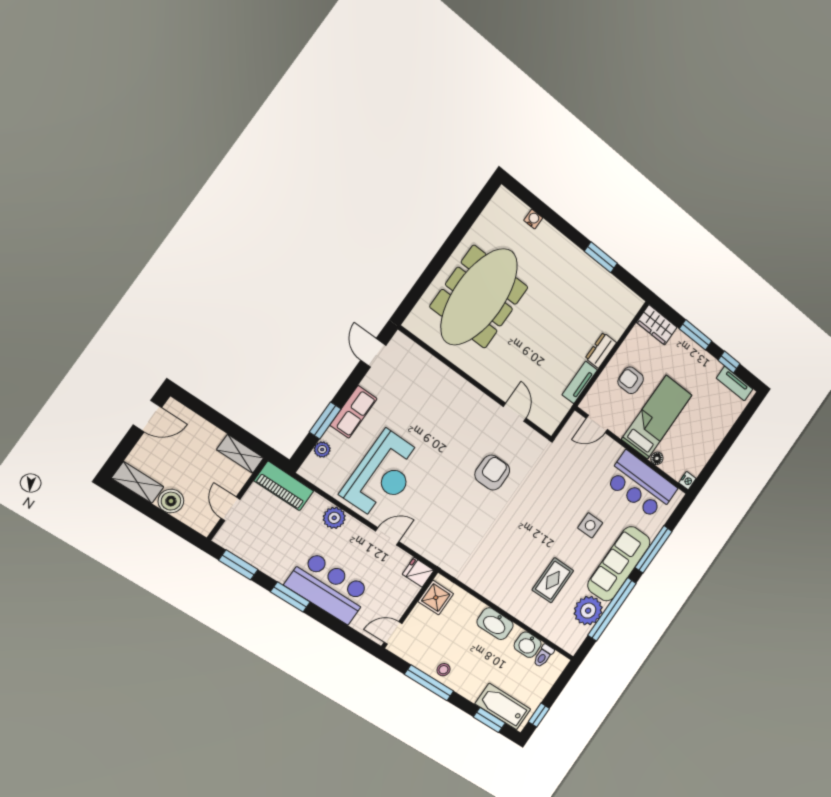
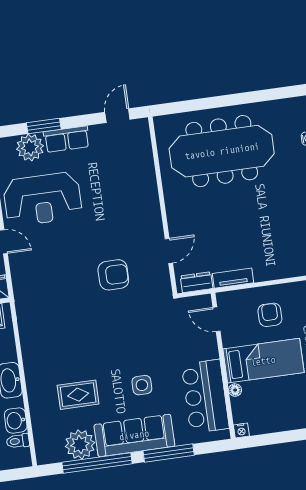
dresser: (601, 350) -> (197, 282), moved
plant: (322, 450) -> (30, 147), width x1.88, depth x1.88

